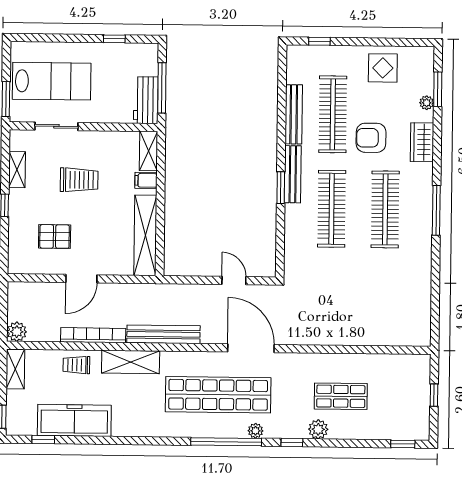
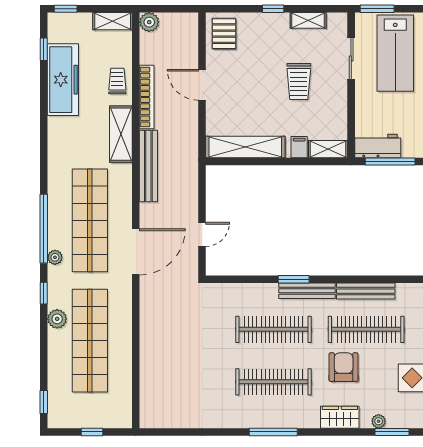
pallet: (55, 236) -> (224, 34), moved
shop shelf: (341, 396) -> (90, 341), width x2.00, depth x1.36

